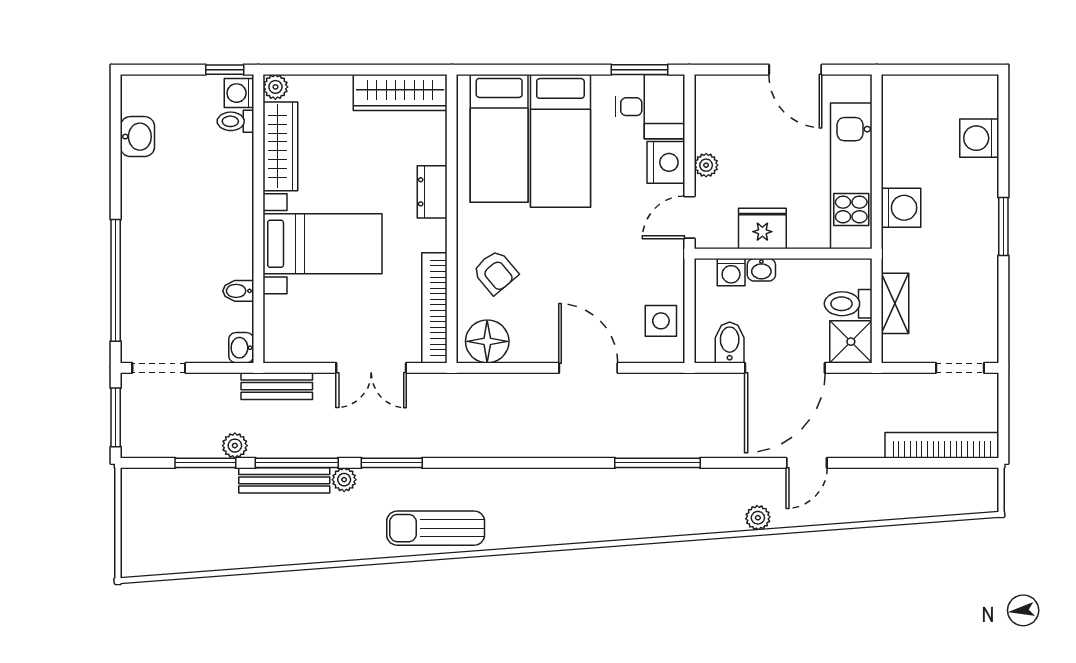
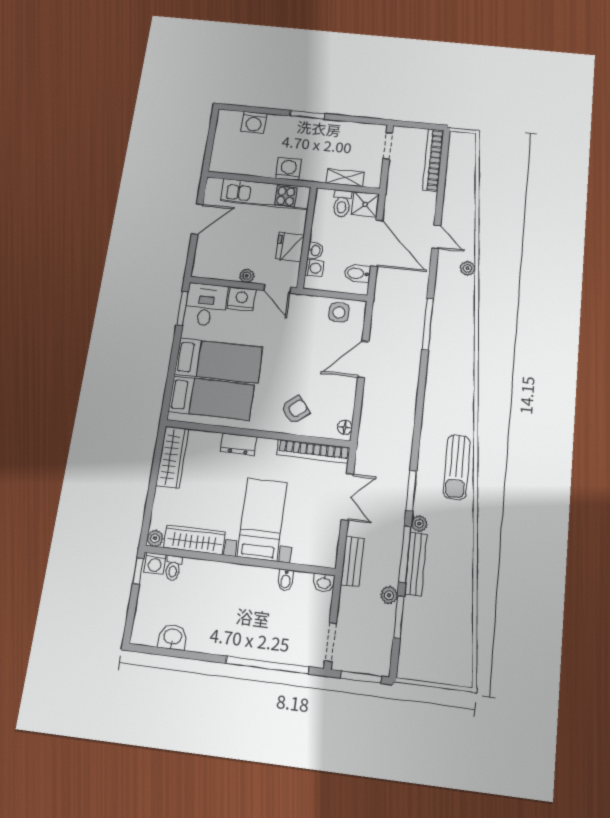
floor lamp: (487, 341) -> (345, 427), width x0.53, depth x0.53

